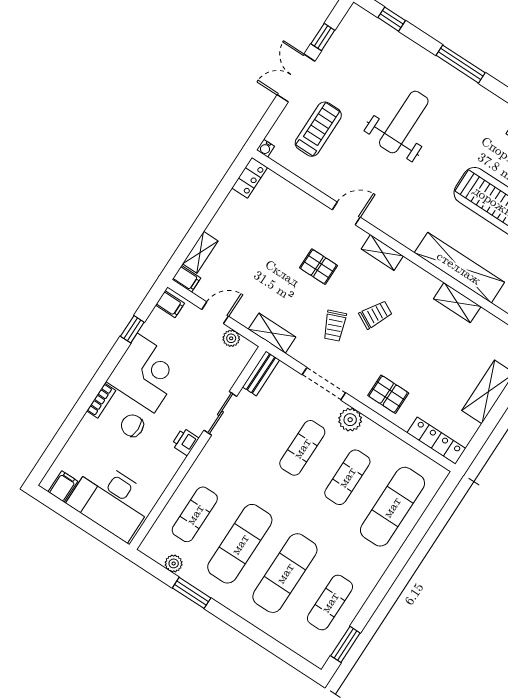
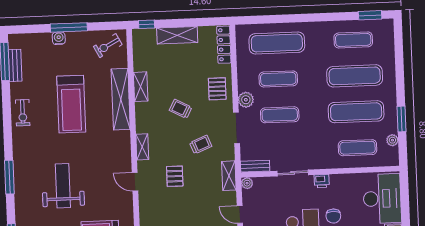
weight bench: (404, 122) -> (63, 186), turned 90
trolley: (376, 315) -> (181, 109), moved
plant: (231, 338) -> (247, 183), moved

